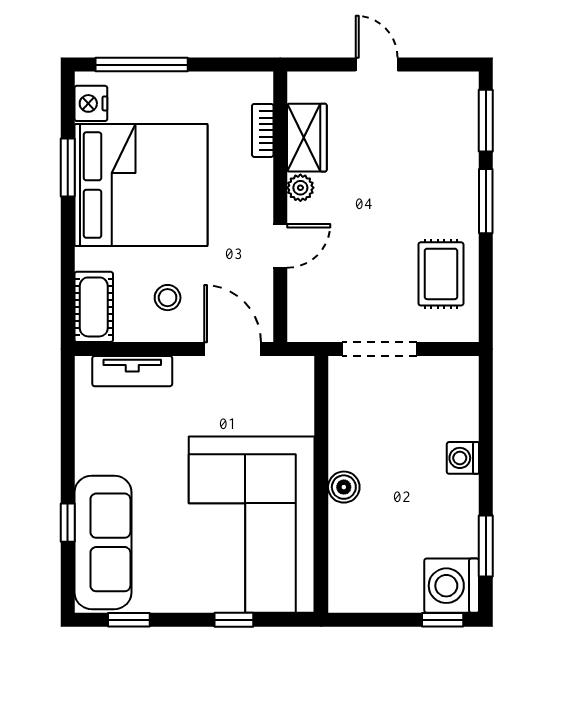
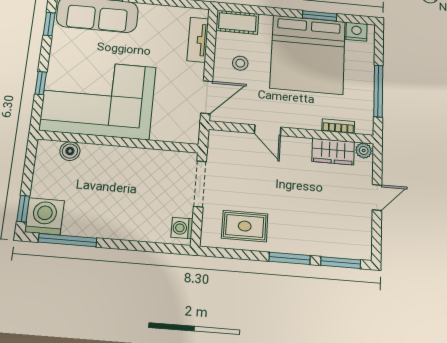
window: (142, 65) -> (378, 91), moved
plant: (300, 188) -> (364, 151), moved
washing machine: (463, 458) -> (182, 228), moved, turned -90
boiler: (344, 487) -> (70, 151), moved
window: (486, 546) -> (68, 240), width x1.44

